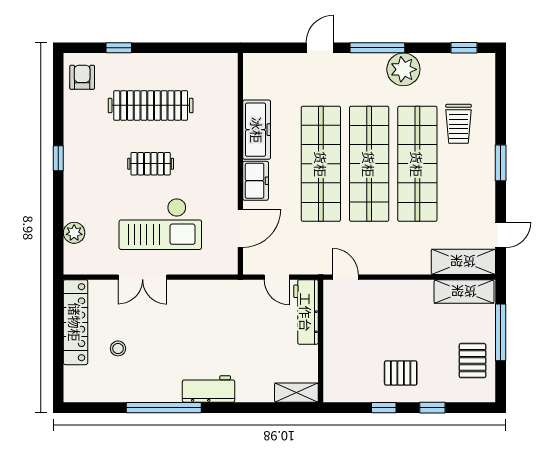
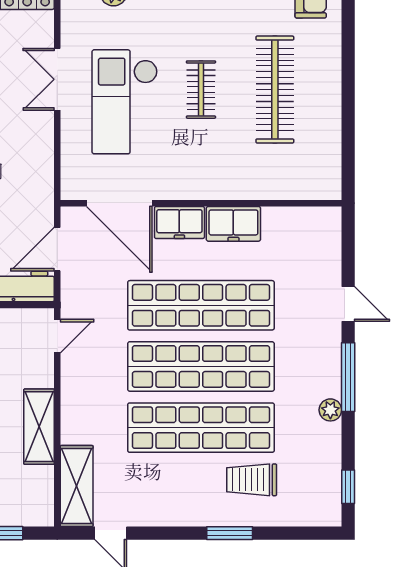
window: (119, 48) -> (348, 49), removed
plant: (403, 69) -> (330, 410), width x0.53, depth x0.53
freezer: (257, 130) -> (233, 224), width x0.71
window: (501, 163) -> (230, 533), moved
door: (240, 228) -> (119, 203), width x1.36
door: (277, 277) -> (57, 249), width x1.38
shelving: (464, 292) -> (39, 427), moved

